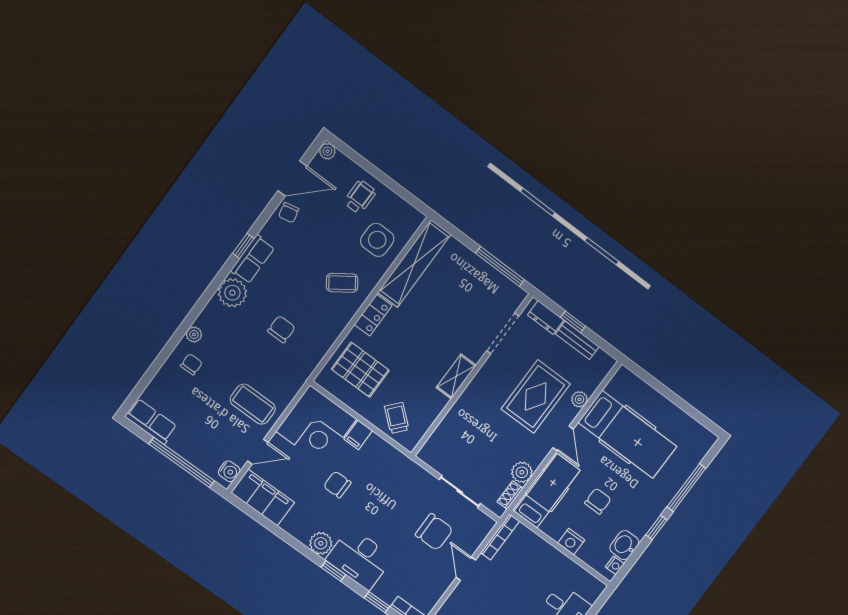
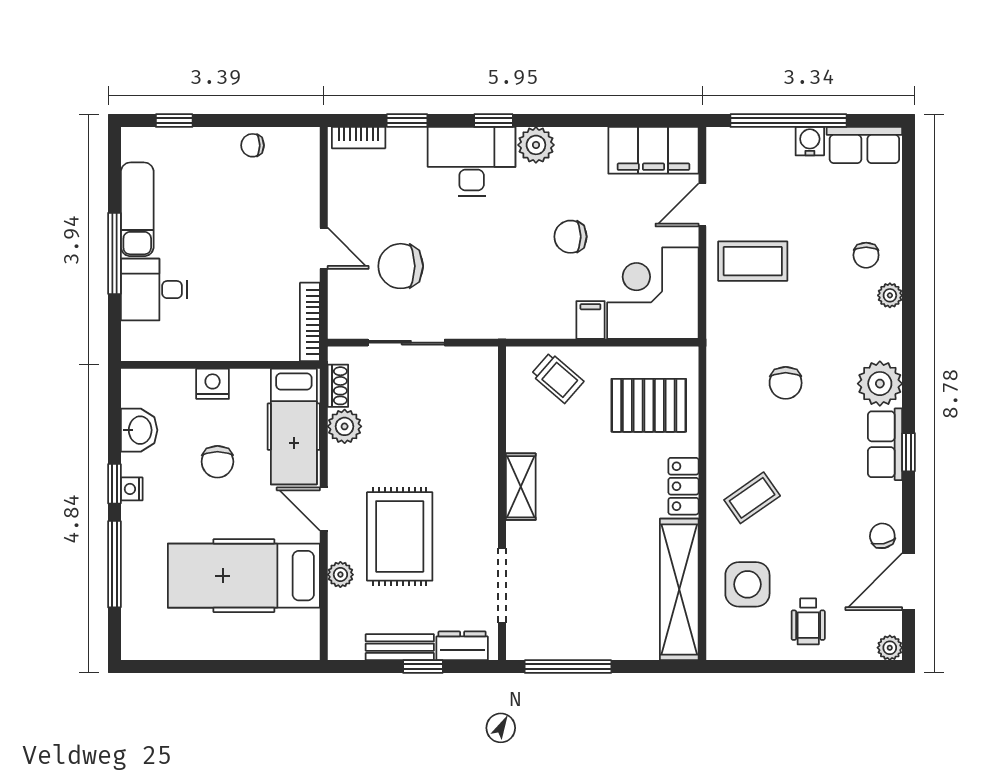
water cooler: (229, 471) -> (810, 141), moved, turned 90
chair: (337, 484) -> (571, 237), turned 180
nightstand: (615, 565) -> (132, 489), moved

